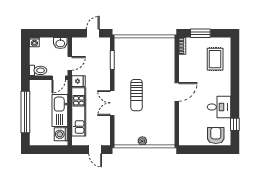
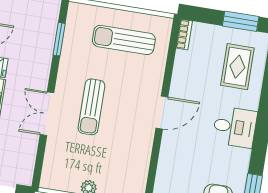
window: (200, 33) -> (241, 21), moved
sun lounger: (149, 54) -> (124, 40), added
desk: (219, 107) -> (235, 127), moved

